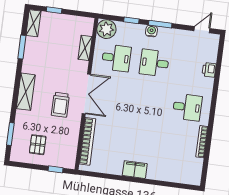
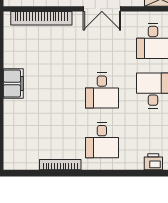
double door: (86, 94) -> (102, 9), width x0.73
desk: (149, 102) -> (102, 91), added

